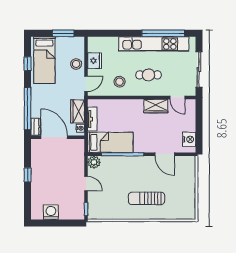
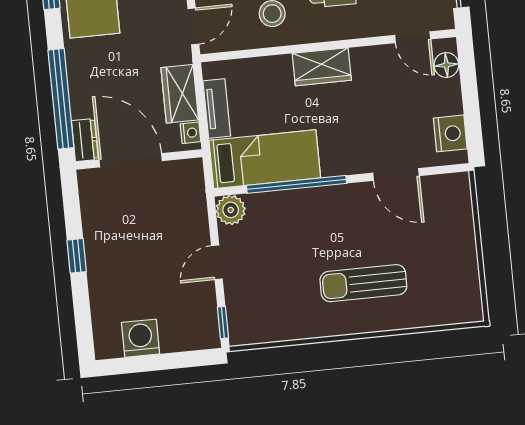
wardrobe: (156, 106) -> (322, 67), moved
floor lamp: (190, 111) -> (446, 65), added
door: (86, 184) -> (217, 262), swing flipped

